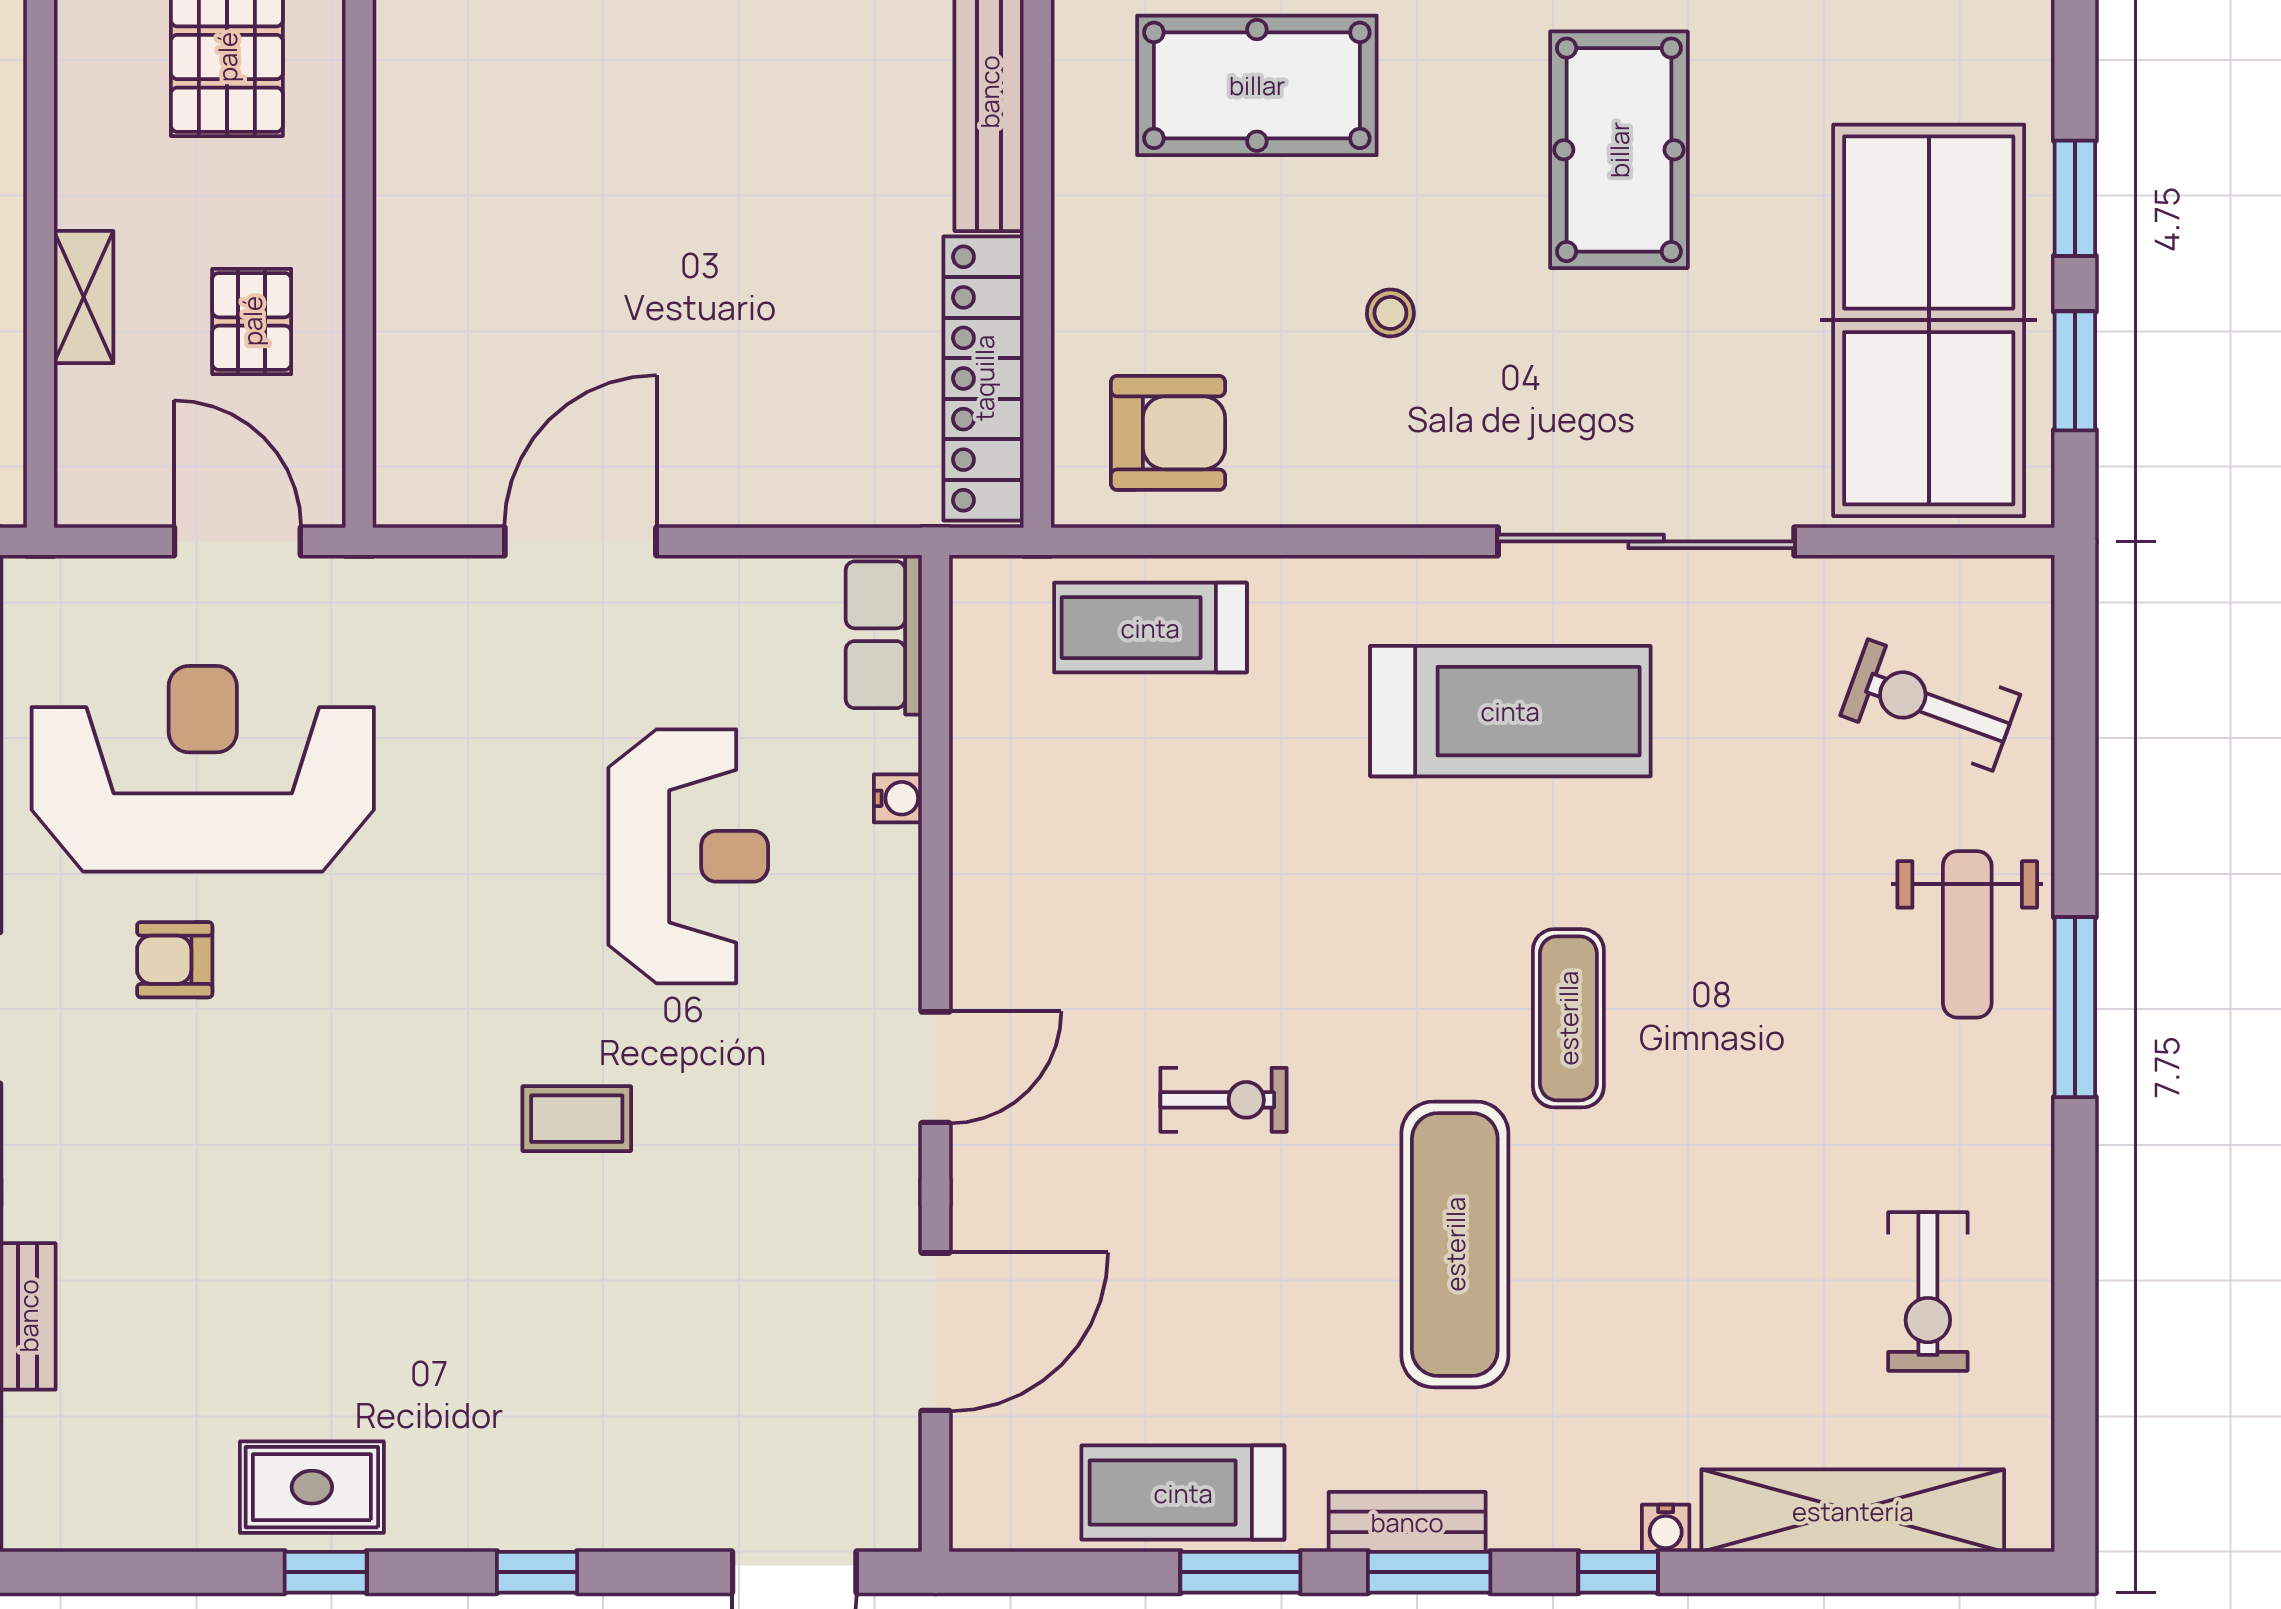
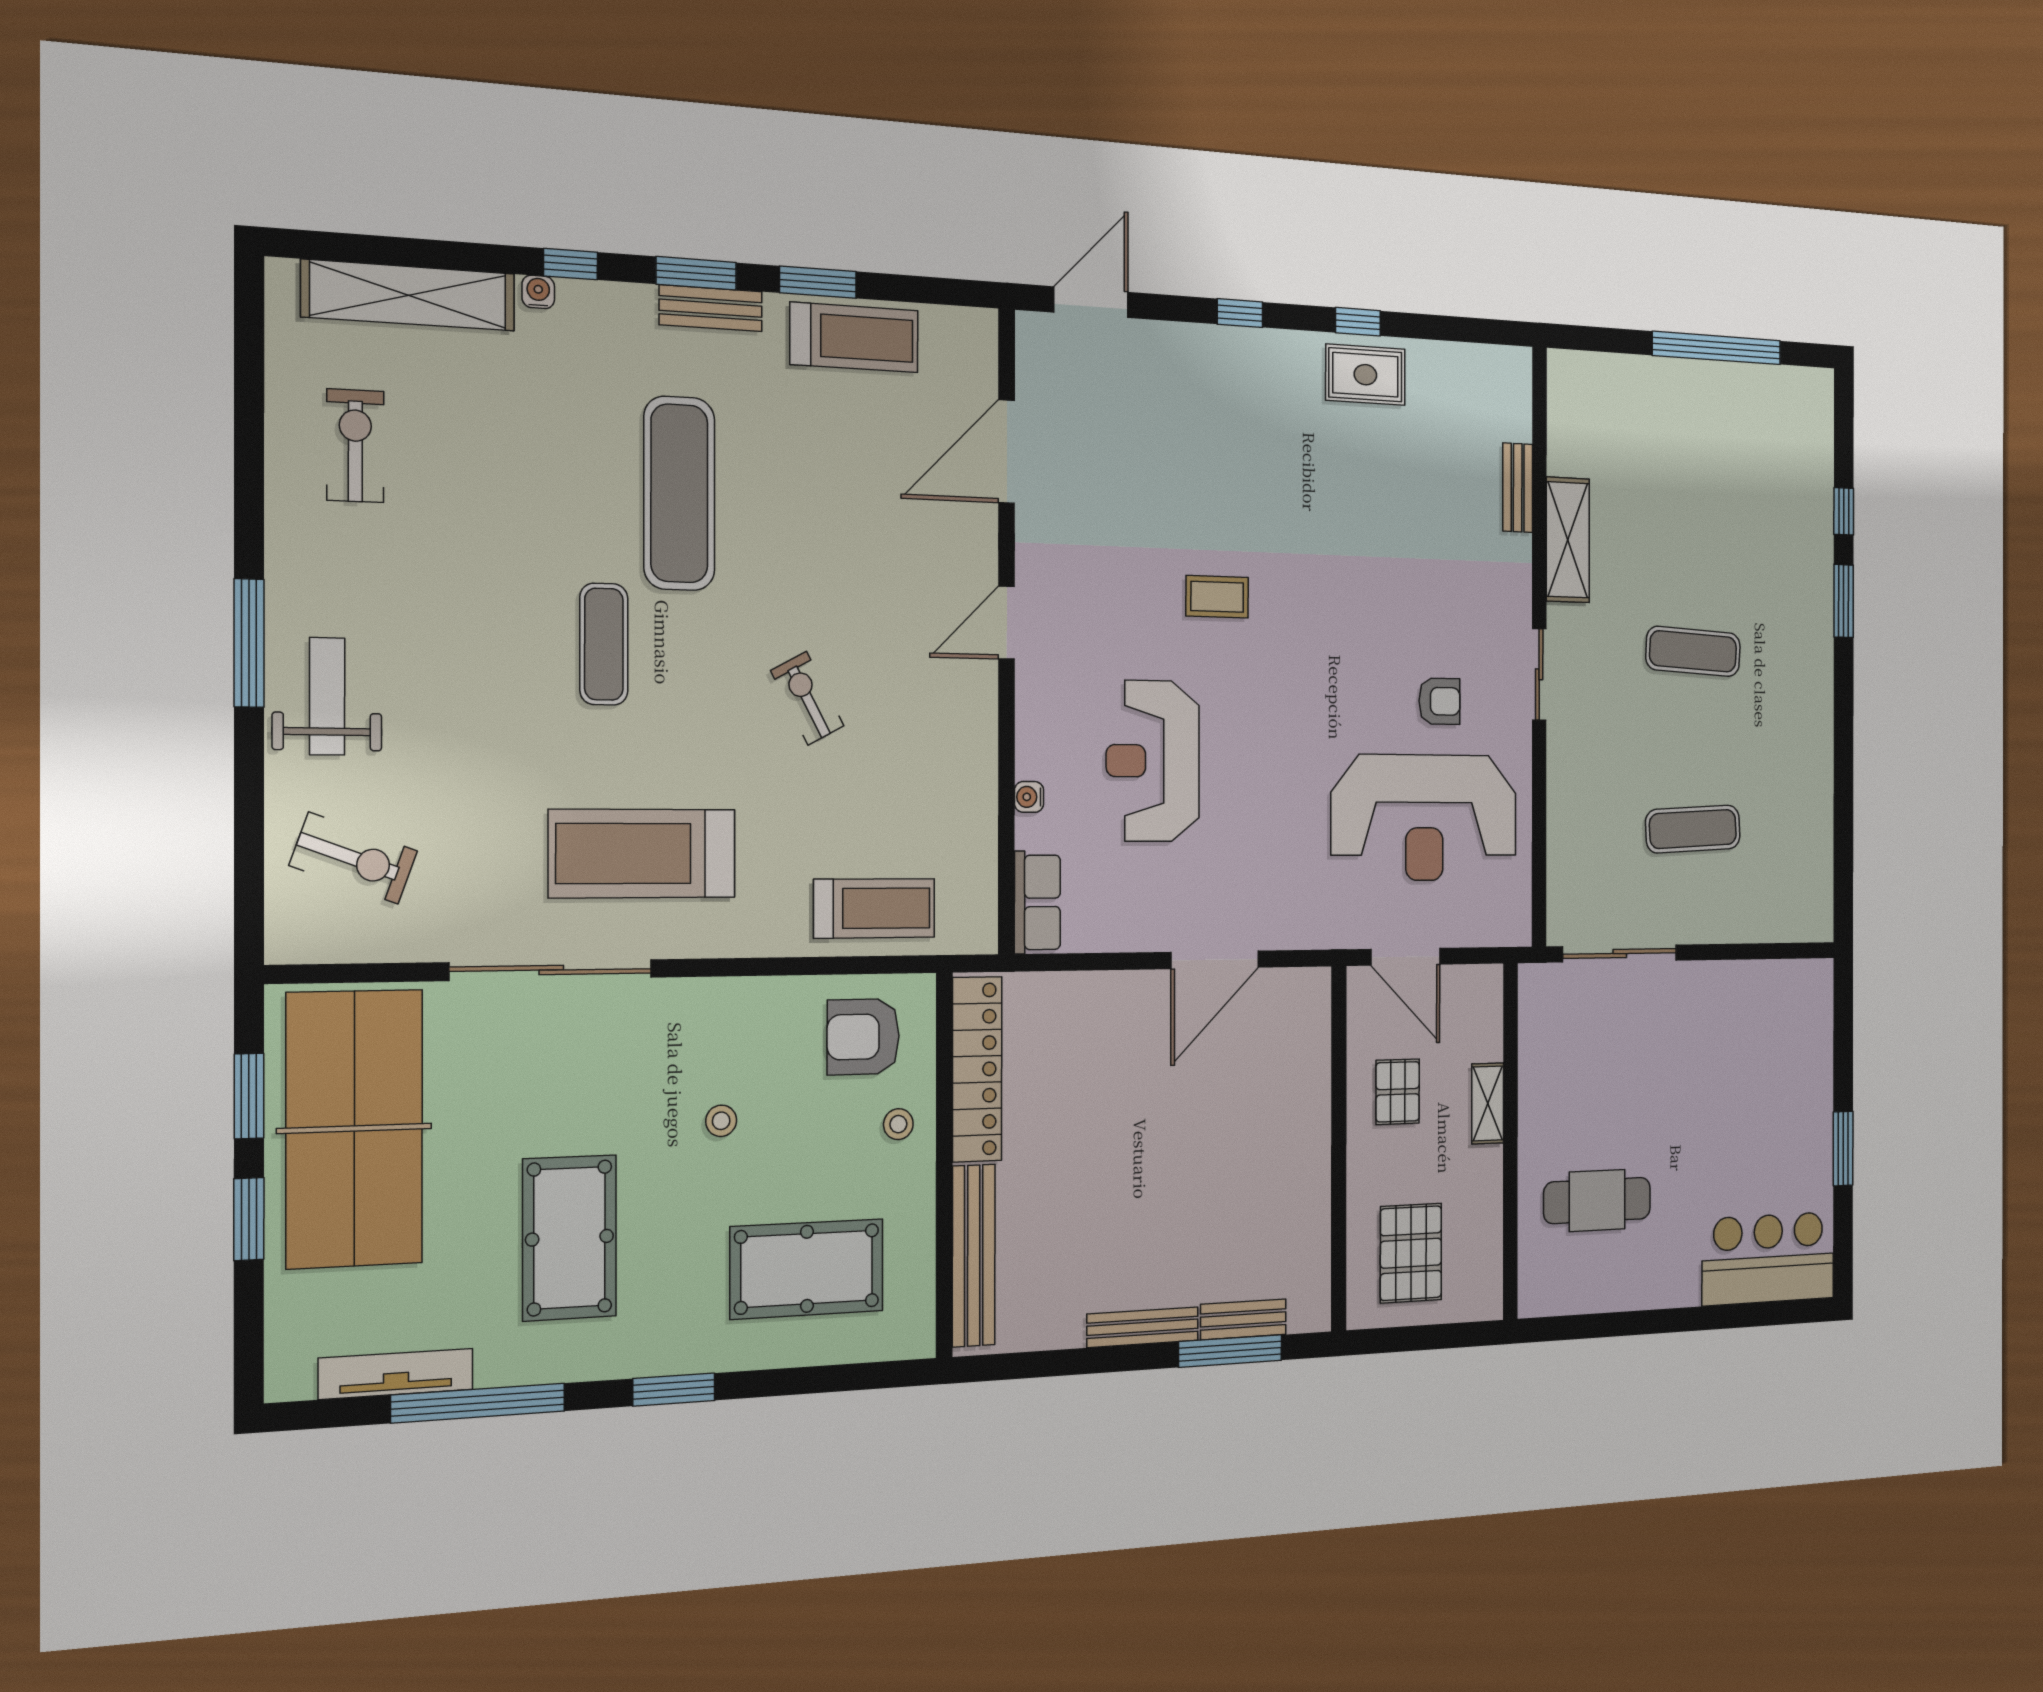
stool: (1112, 298) -> (898, 1124), added
exercise bike: (1223, 1100) -> (807, 698), moved, turned 62

